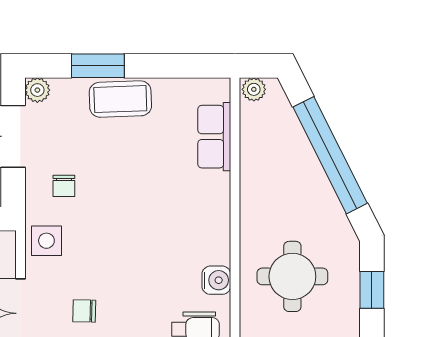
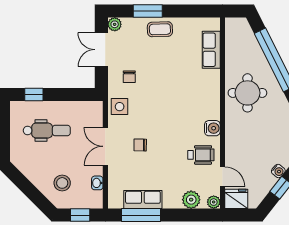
plant: (254, 89) -> (233, 24), removed
coffee table: (120, 99) -> (160, 29), width x0.73, depth x0.77
round table: (292, 276) -> (247, 93), moved

